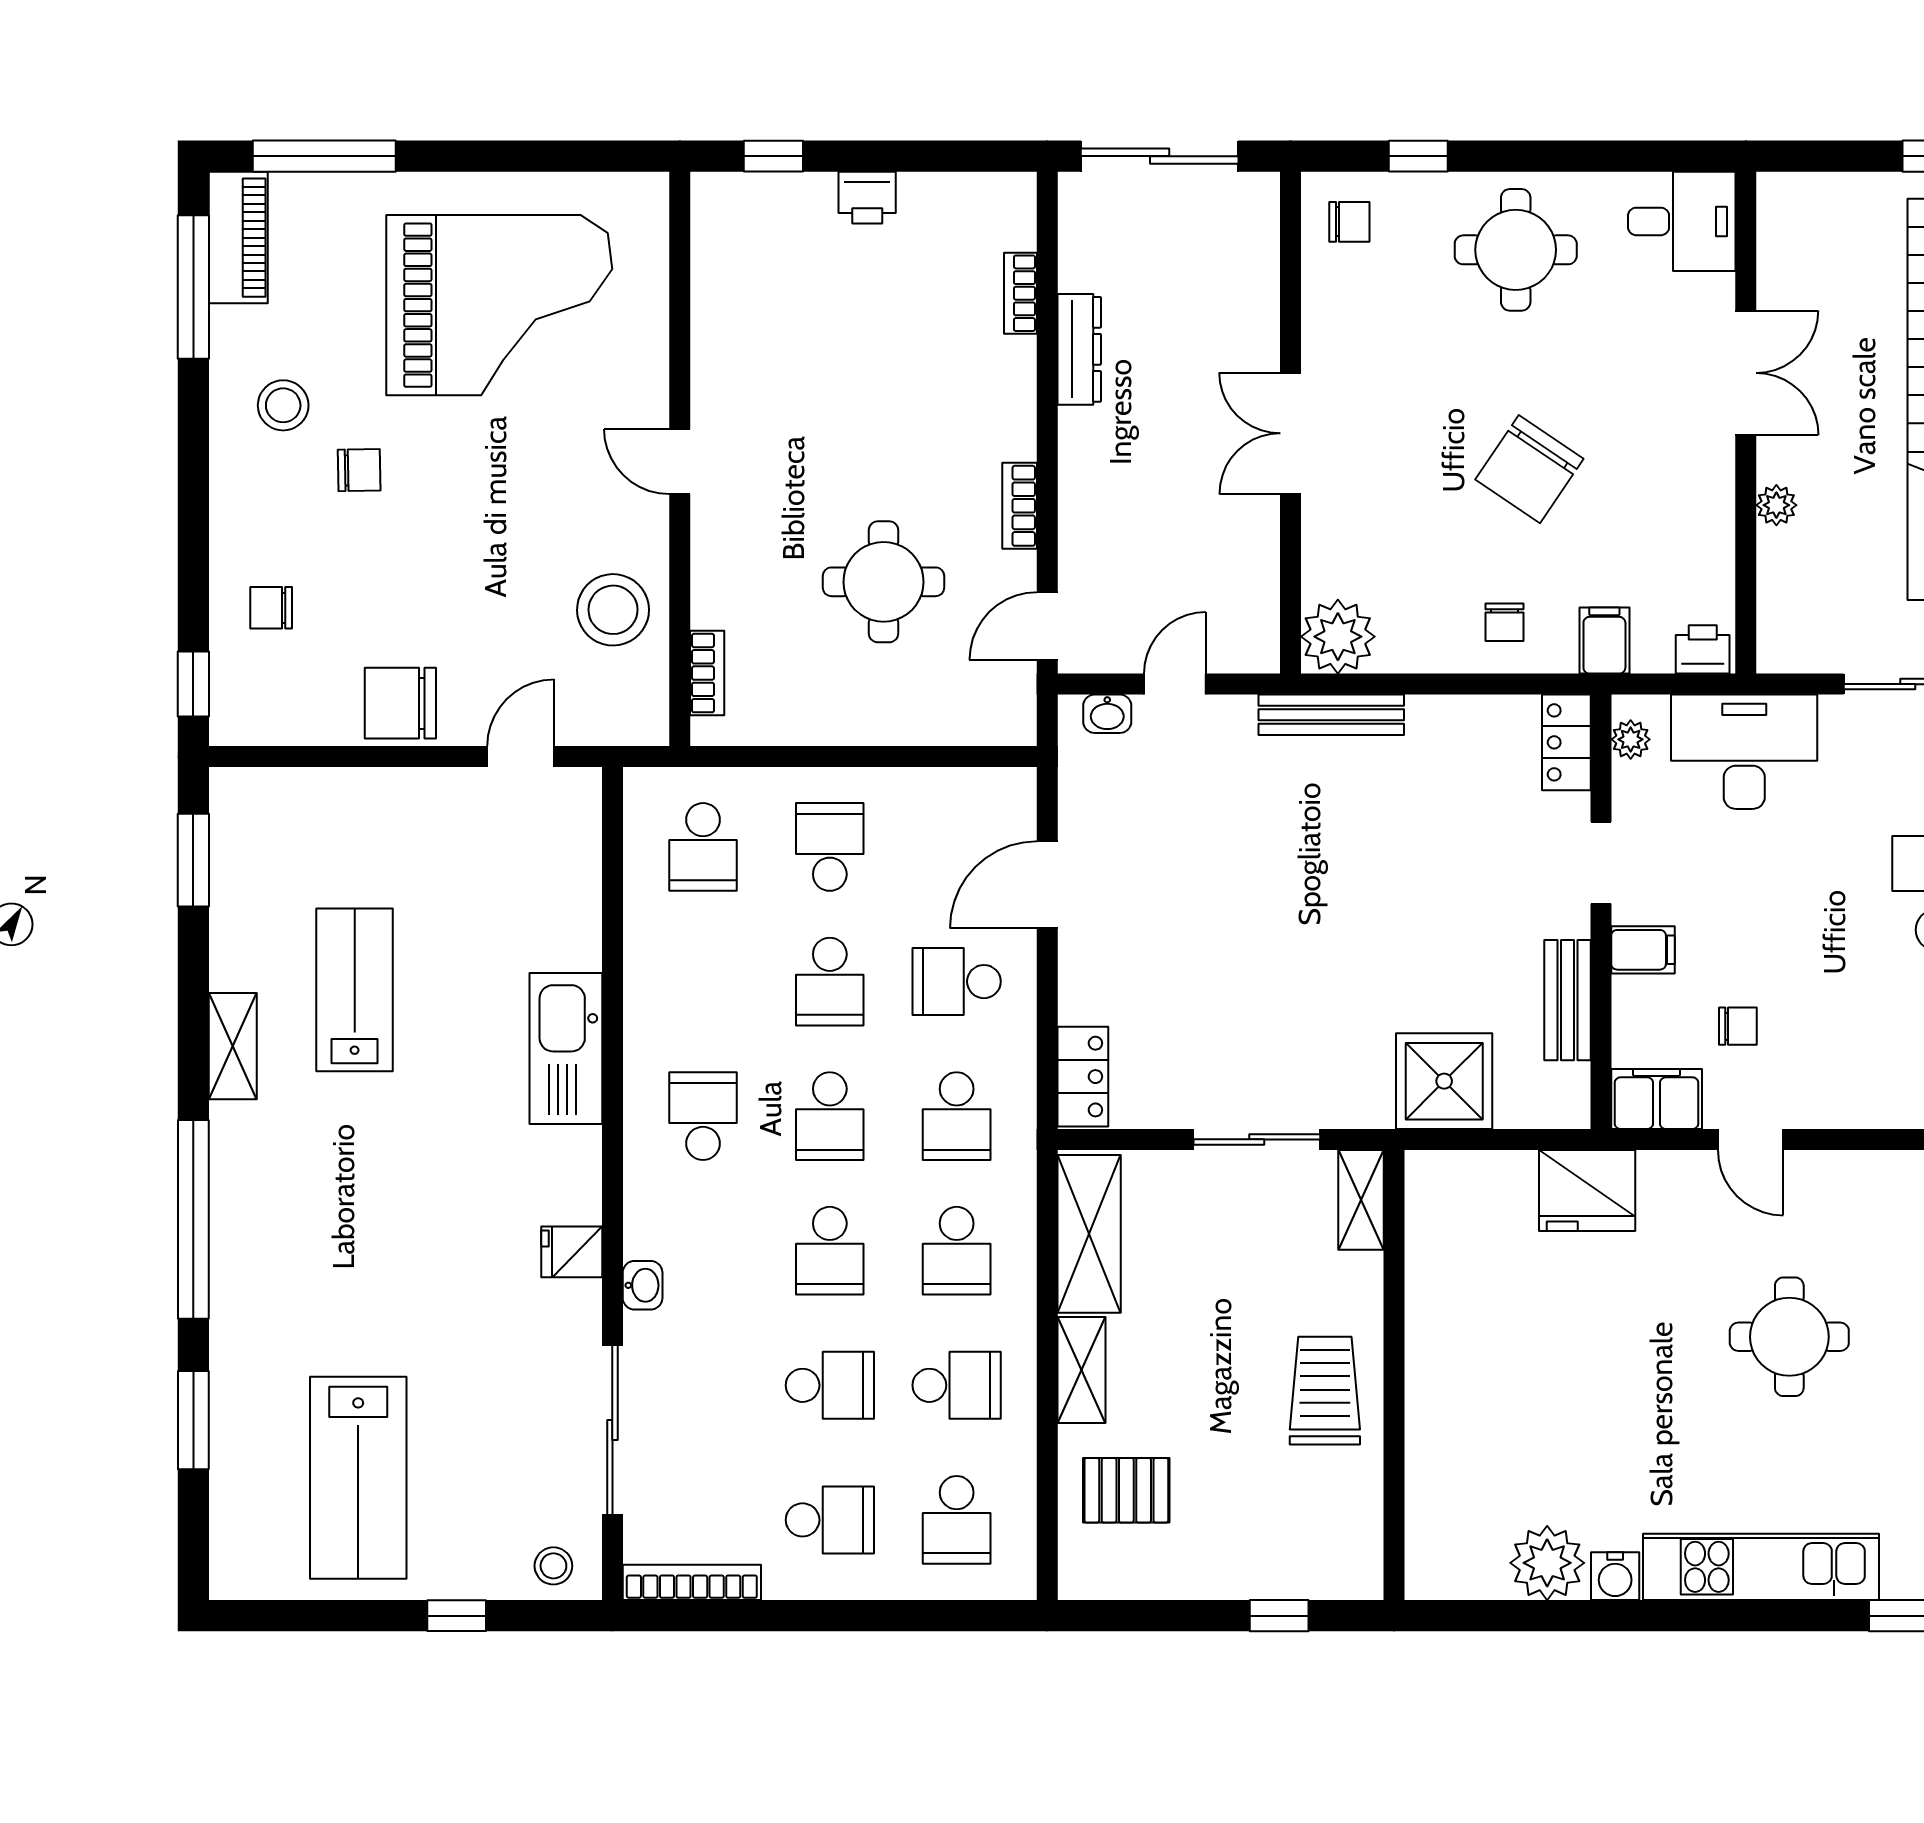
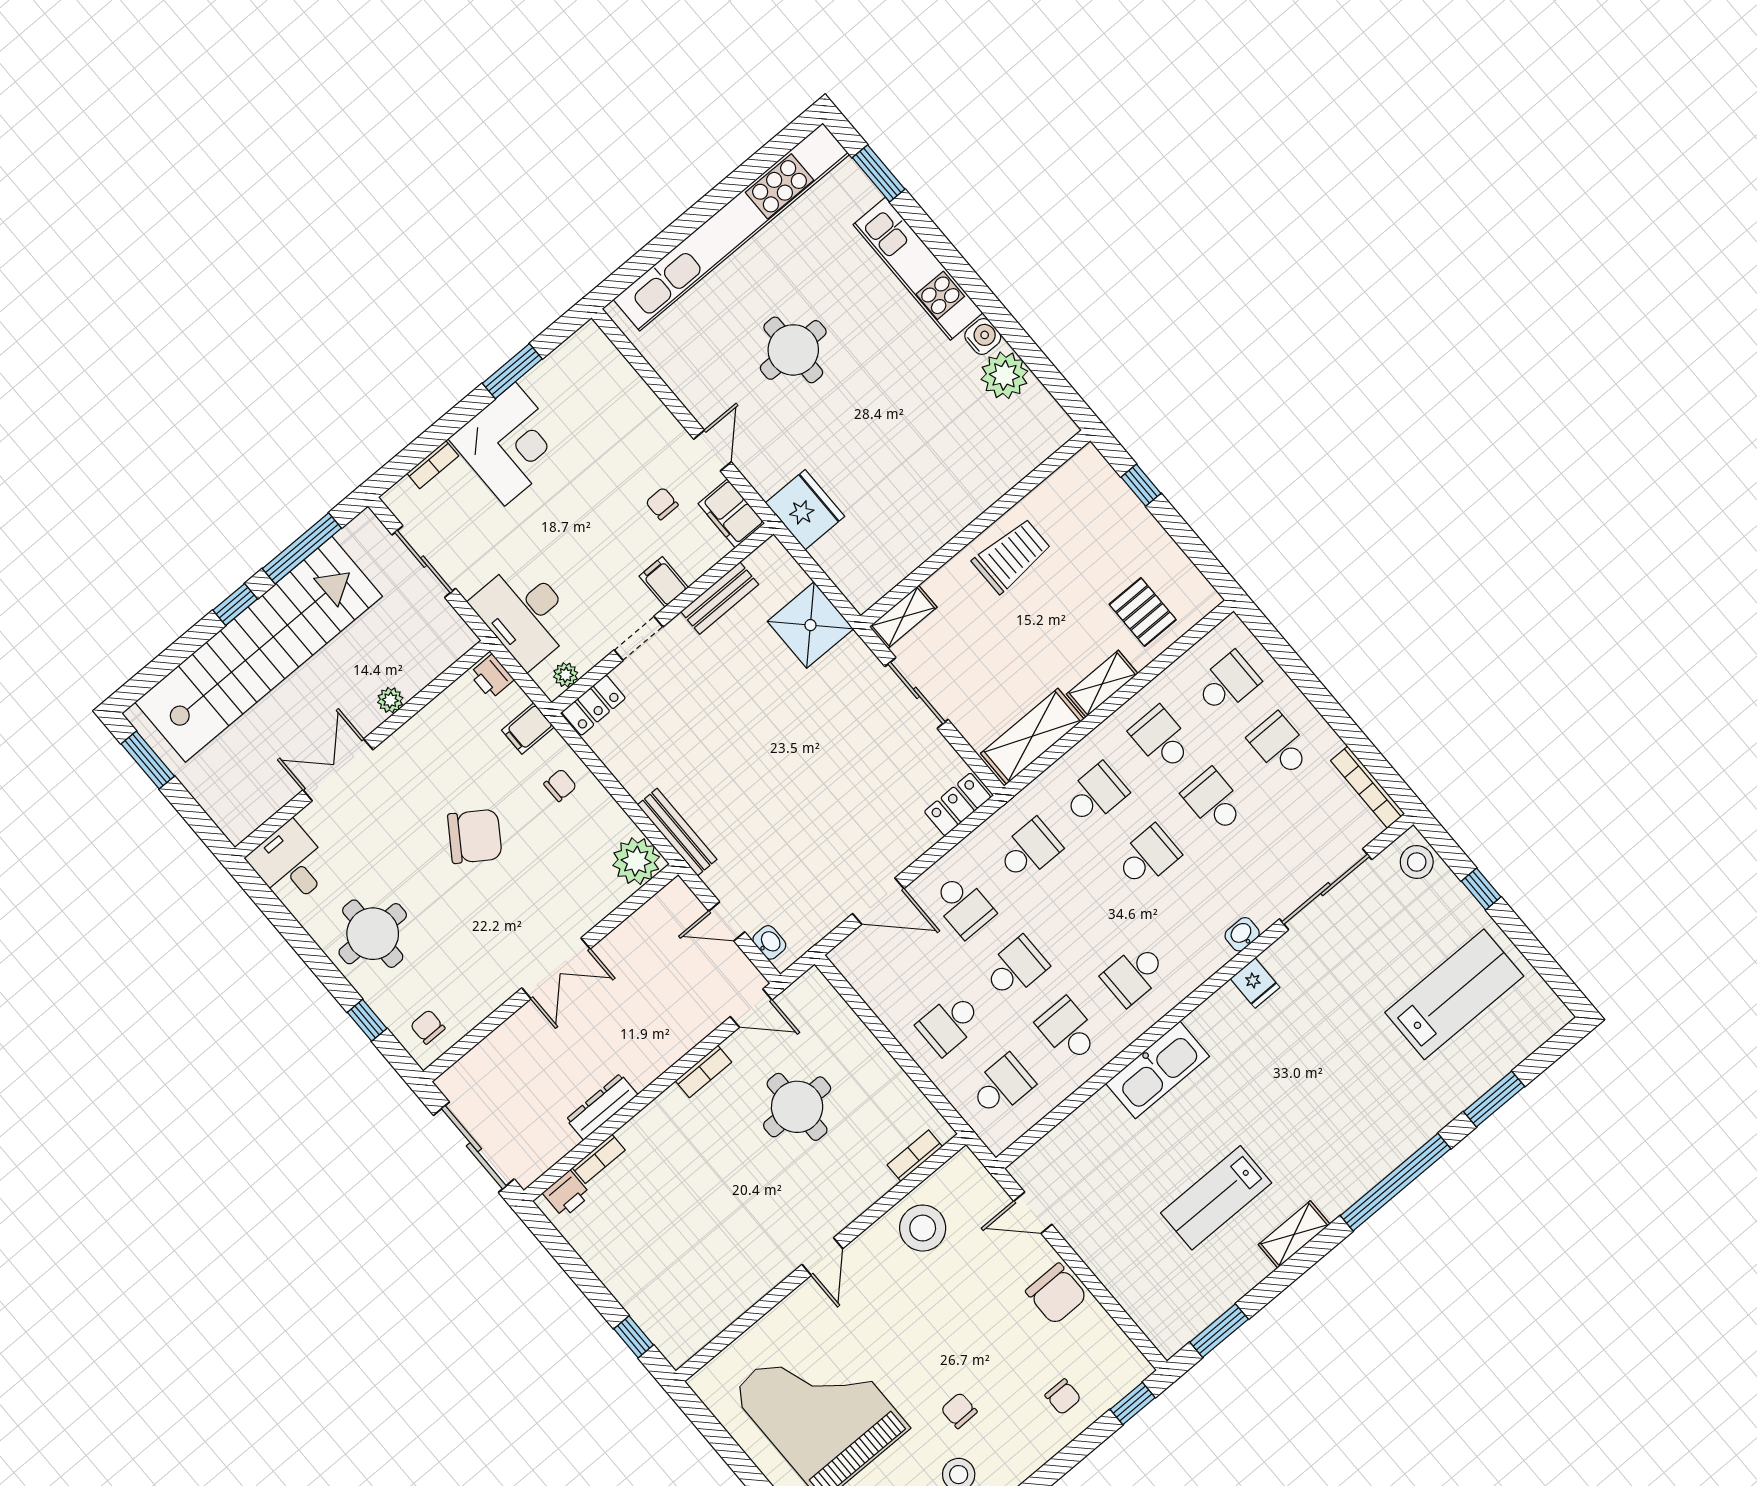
printer: (867, 198) -> (567, 1194), moved, turned 90
school desk: (830, 1116) -> (1068, 1030), moved, turned -90
trolley: (1325, 1391) -> (1012, 556), turned 180
stool: (553, 1566) -> (1417, 862), width x1.37, depth x1.37

